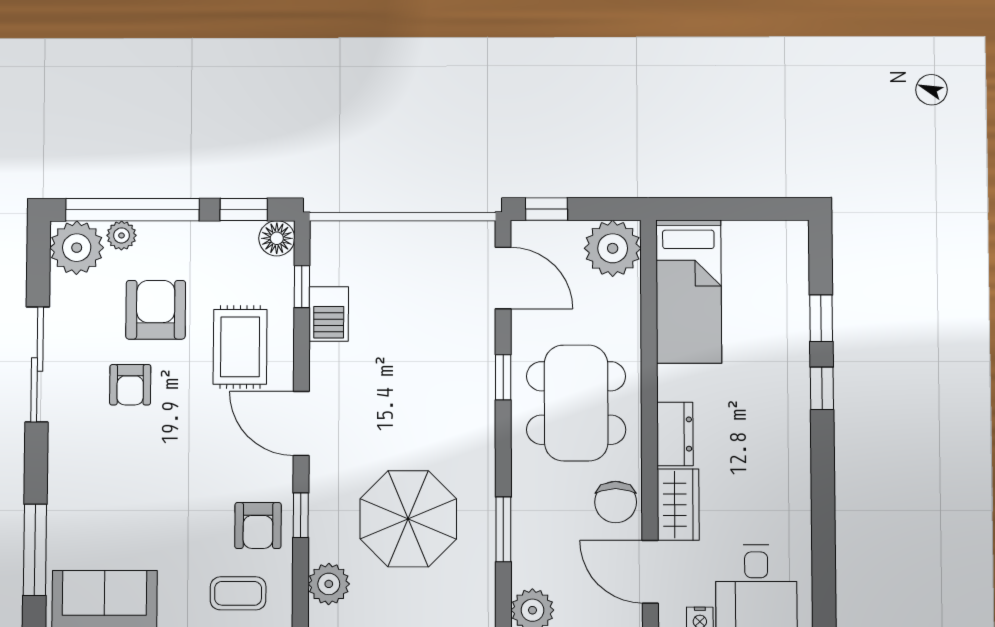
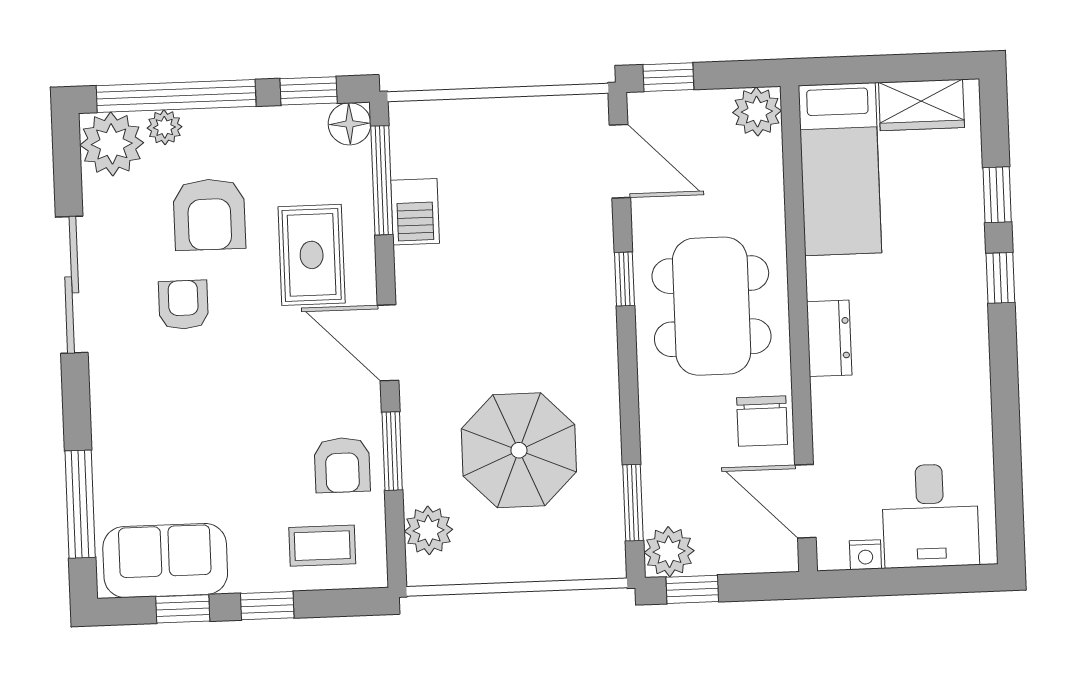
plant: (613, 248) -> (757, 112), width x0.73, depth x0.73
window: (302, 287) -> (382, 180), width x2.17
armchair: (156, 310) -> (209, 214), turned 180
armchair: (130, 385) -> (183, 305), turned 180
wardrobe: (678, 505) -> (921, 105), moved, turned 90
window: (301, 515) -> (392, 451), width x1.50
window: (503, 529) -> (633, 503), moved

